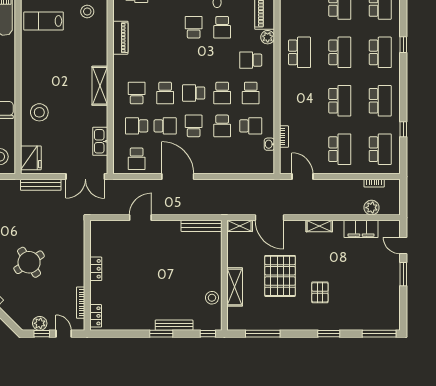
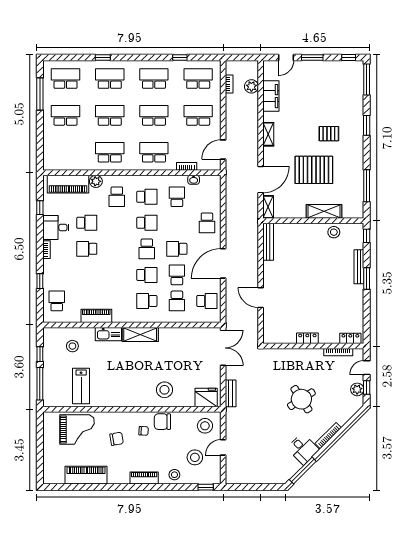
school desk: (299, 101) -> (154, 152), added
school desk: (222, 126) -> (207, 223), moved, turned 90
kitchen sink: (100, 141) -> (108, 334), moved
bench: (41, 185) -> (231, 393), width x0.73
window: (403, 314) -> (349, 57), added

